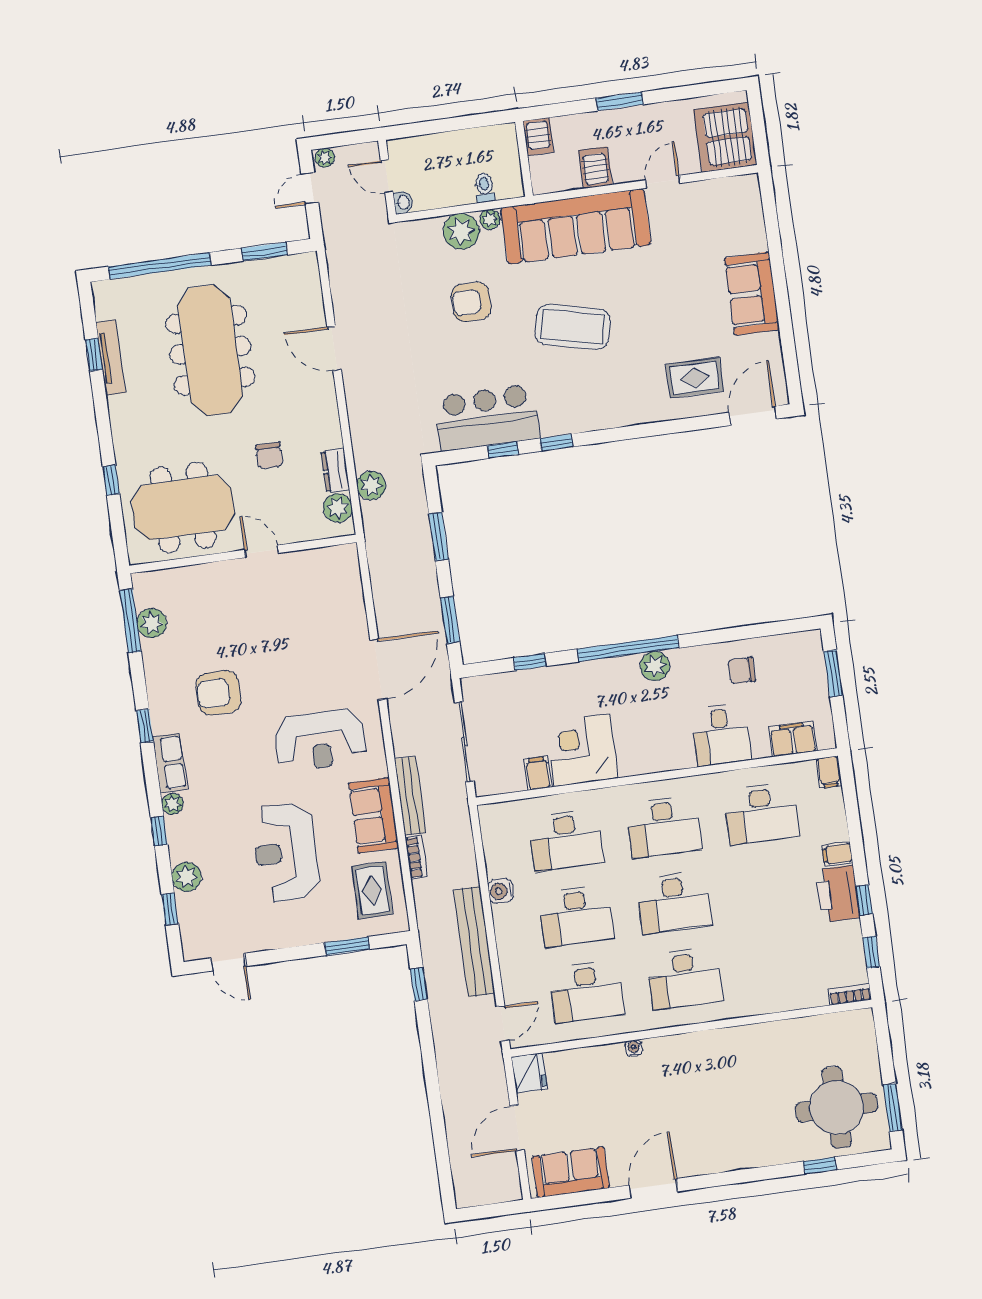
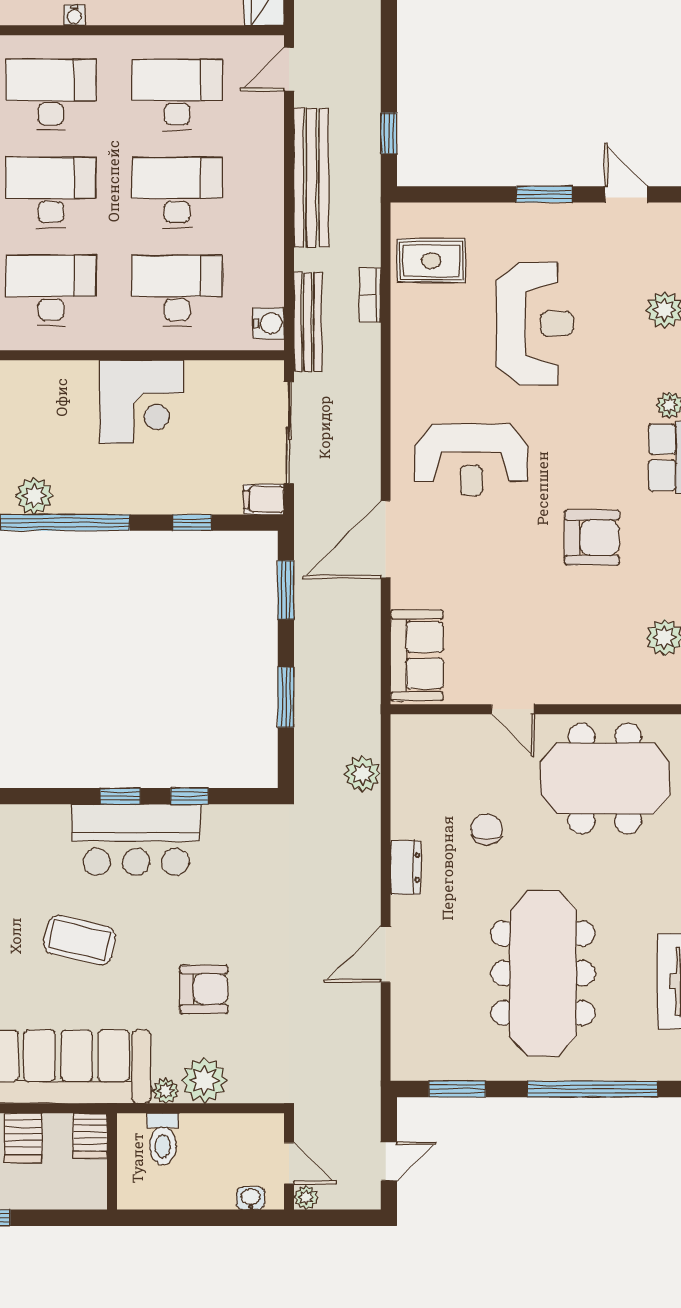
server rack: (538, 137) -> (90, 1136), moved, turned 180
plant: (325, 158) -> (306, 1197), moved
toilet: (485, 188) -> (163, 1139), width x1.37, depth x1.39
washbasin: (403, 202) -> (251, 1198), moved, turned 90
coffee table: (573, 327) -> (80, 940), width x0.73, depth x0.76
door: (334, 348) -> (386, 954), swing flipped
bar counter: (487, 418) -> (136, 840), moved
dresser: (335, 471) -> (406, 868), moved
plant: (338, 508) -> (409, 751), removed
reception desk: (320, 740) -> (471, 460), turned 180
filing cabinet: (538, 773) -> (264, 499), moved, turned 90
bench: (410, 796) -> (308, 322), moved
sofa: (374, 815) -> (417, 655), moved
rug: (372, 890) -> (431, 261), turned 90
water cooler: (501, 891) -> (269, 323), moved
window: (347, 946) -> (544, 194), moved
water cooler: (634, 1048) -> (74, 15), moved

